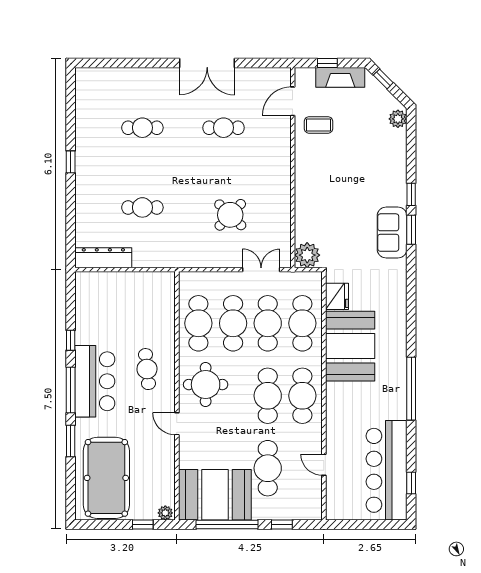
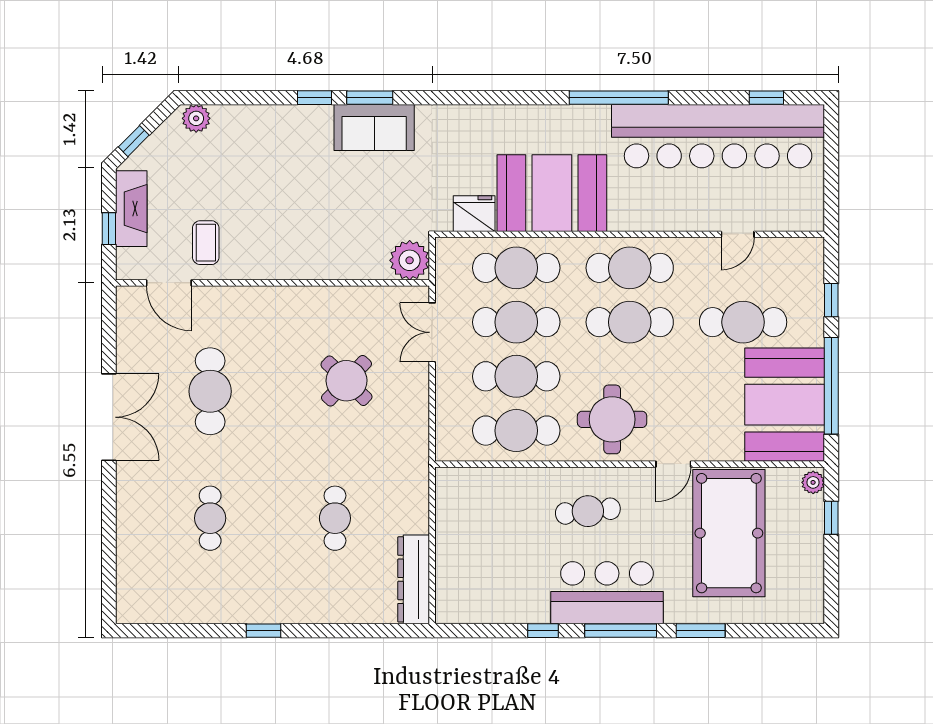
cafe table: (224, 128) -> (210, 391), width x1.37, depth x1.35
bar counter: (386, 470) -> (718, 136), width x1.36
pool table: (106, 478) -> (729, 533), moved, turned 90

